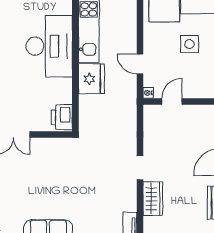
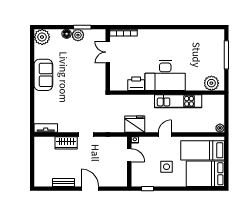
door: (140, 64) -> (165, 134), moved
fridge: (91, 79) -> (135, 124), moved, turned 180
printer: (62, 117) -> (136, 84), moved

